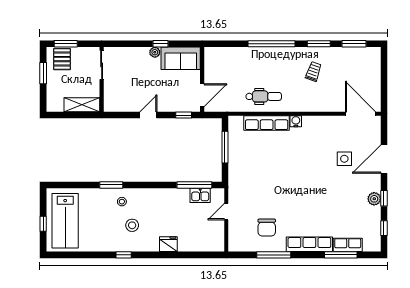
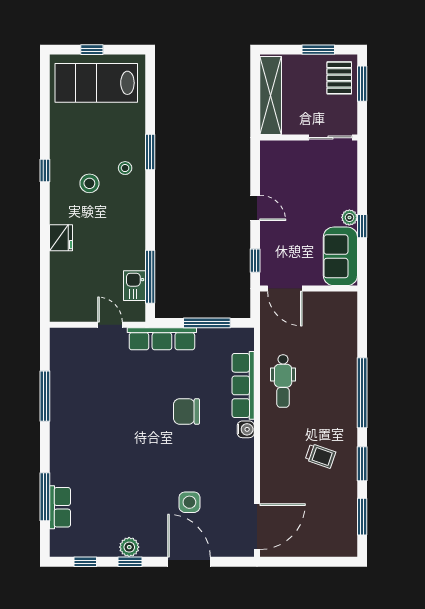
pallet: (62, 59) -> (339, 78), turned 90
shelving: (82, 105) -> (271, 95), width x1.47
chair: (267, 228) -> (187, 411), moved
row of seats: (309, 244) -> (162, 339), moved, turned 90

